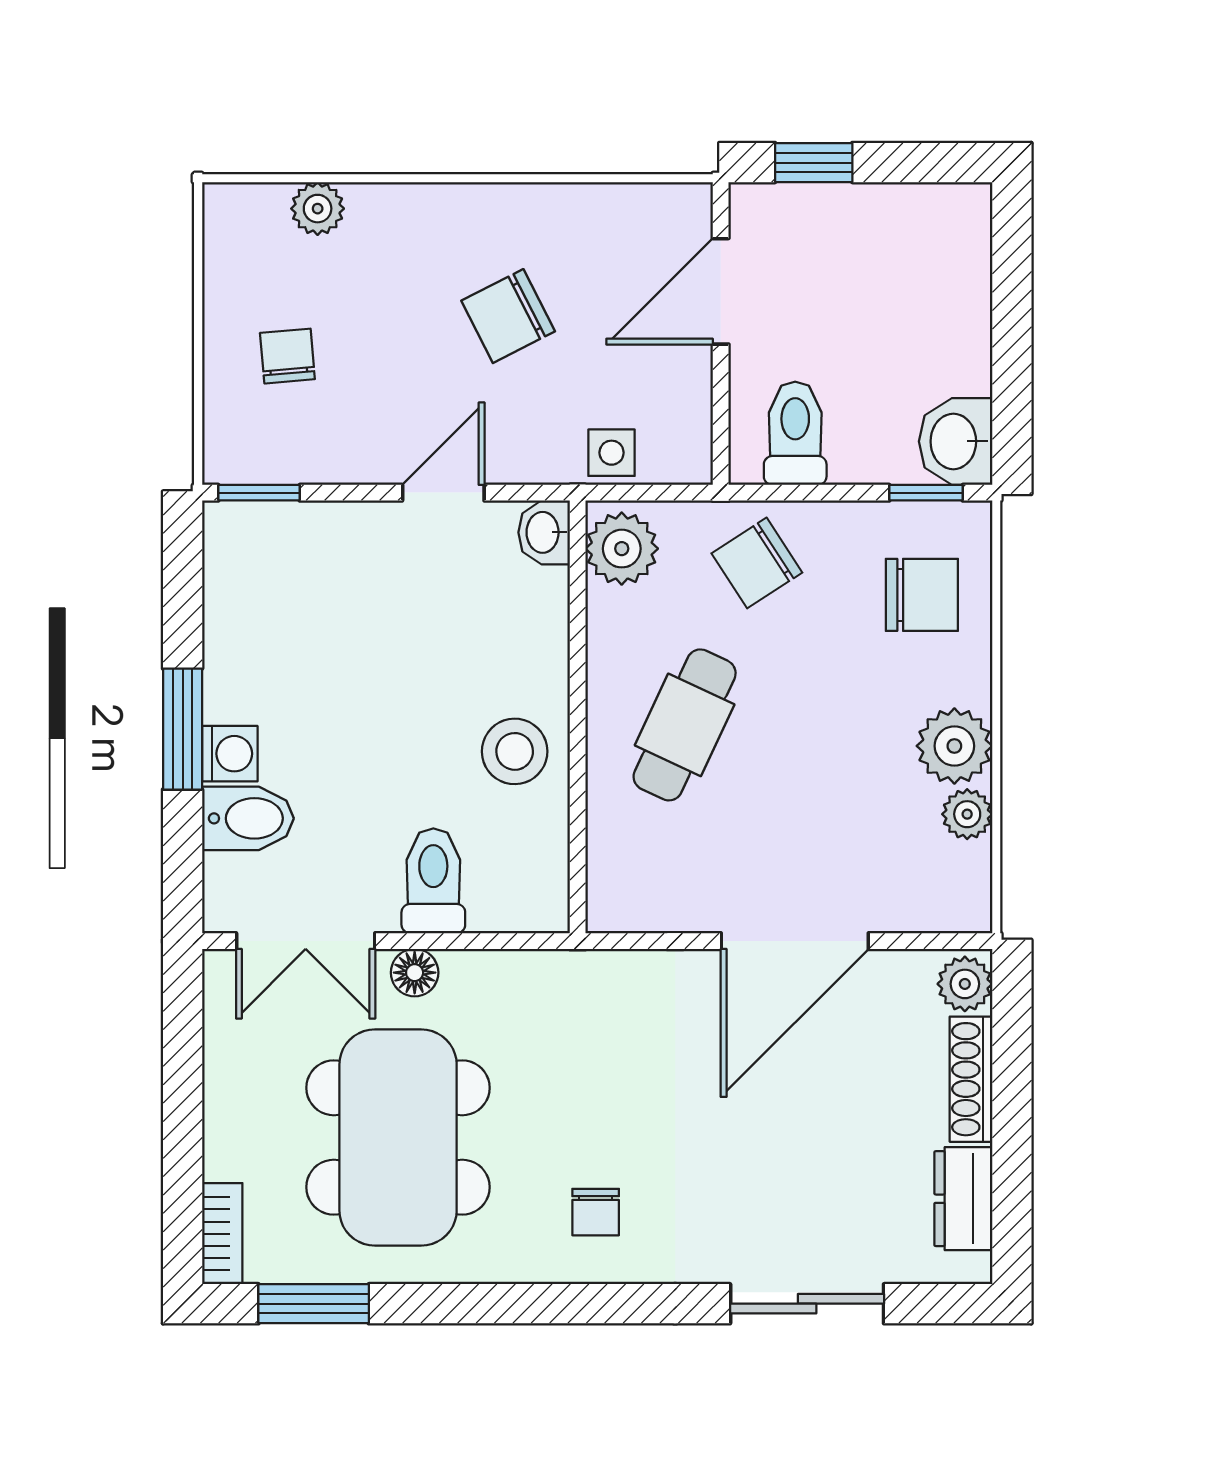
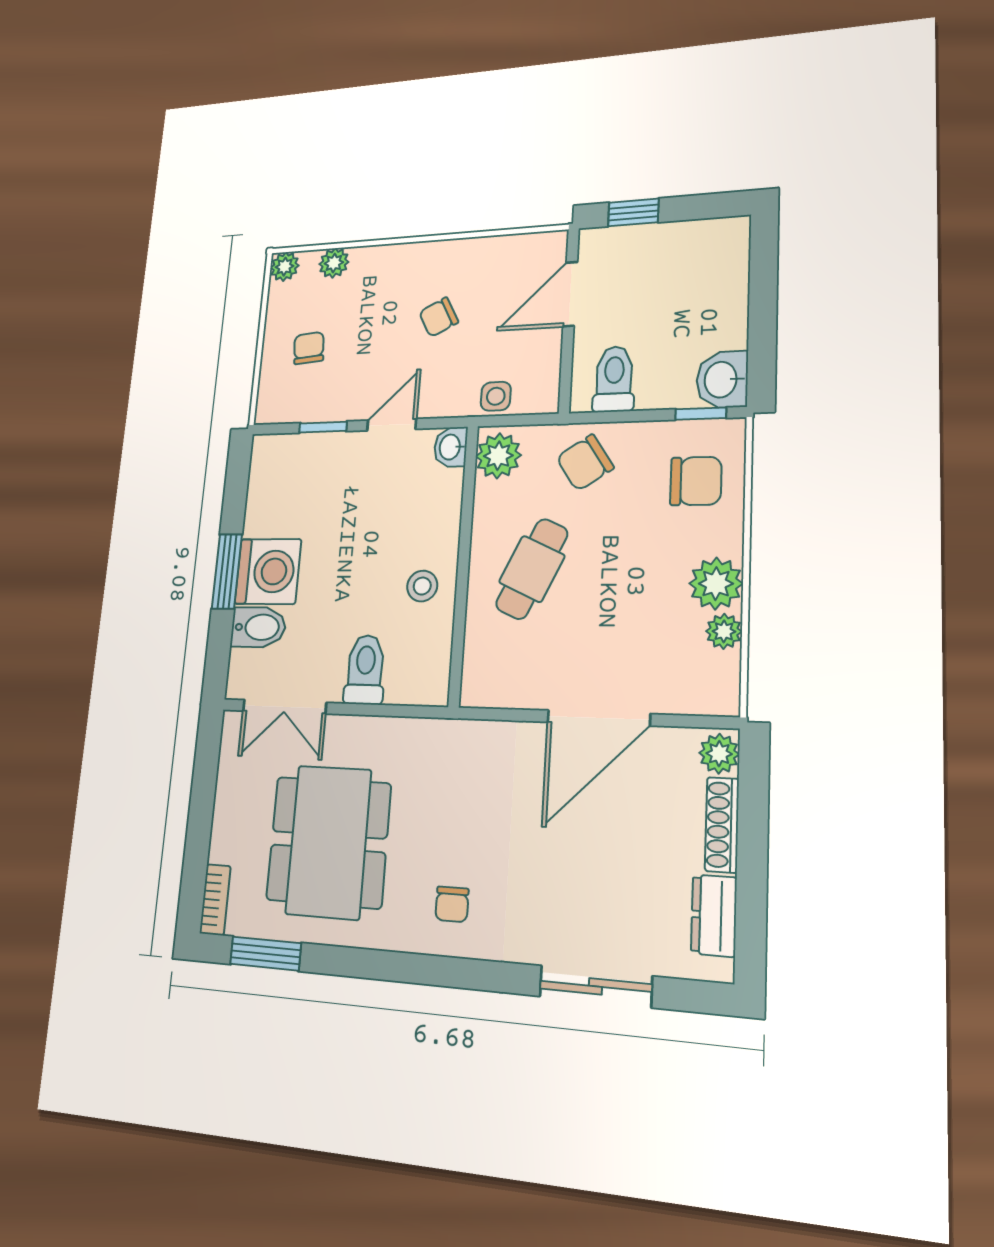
plant: (228, 208) -> (285, 267), added
chair: (508, 316) -> (439, 317), width x0.73, depth x0.73
window: (259, 493) -> (323, 427), moved
stool: (515, 751) -> (422, 586), width x0.73, depth x0.73
washing machine: (230, 754) -> (268, 571), width x1.89, depth x1.89
floor lamp: (415, 973) -> (348, 730), removed

